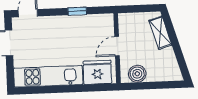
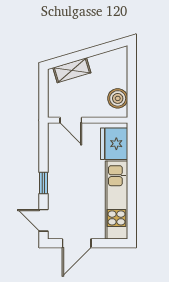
window: (77, 11) -> (44, 183), moved
door: (117, 46) -> (71, 120), moved

